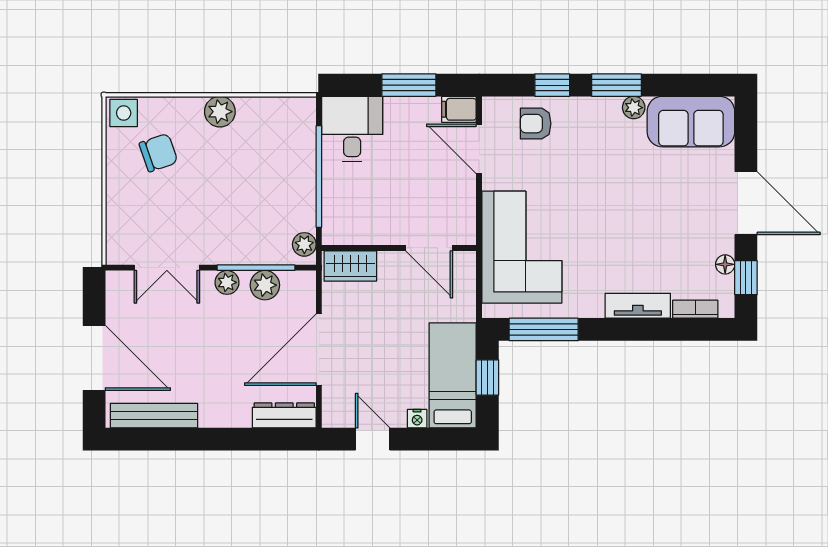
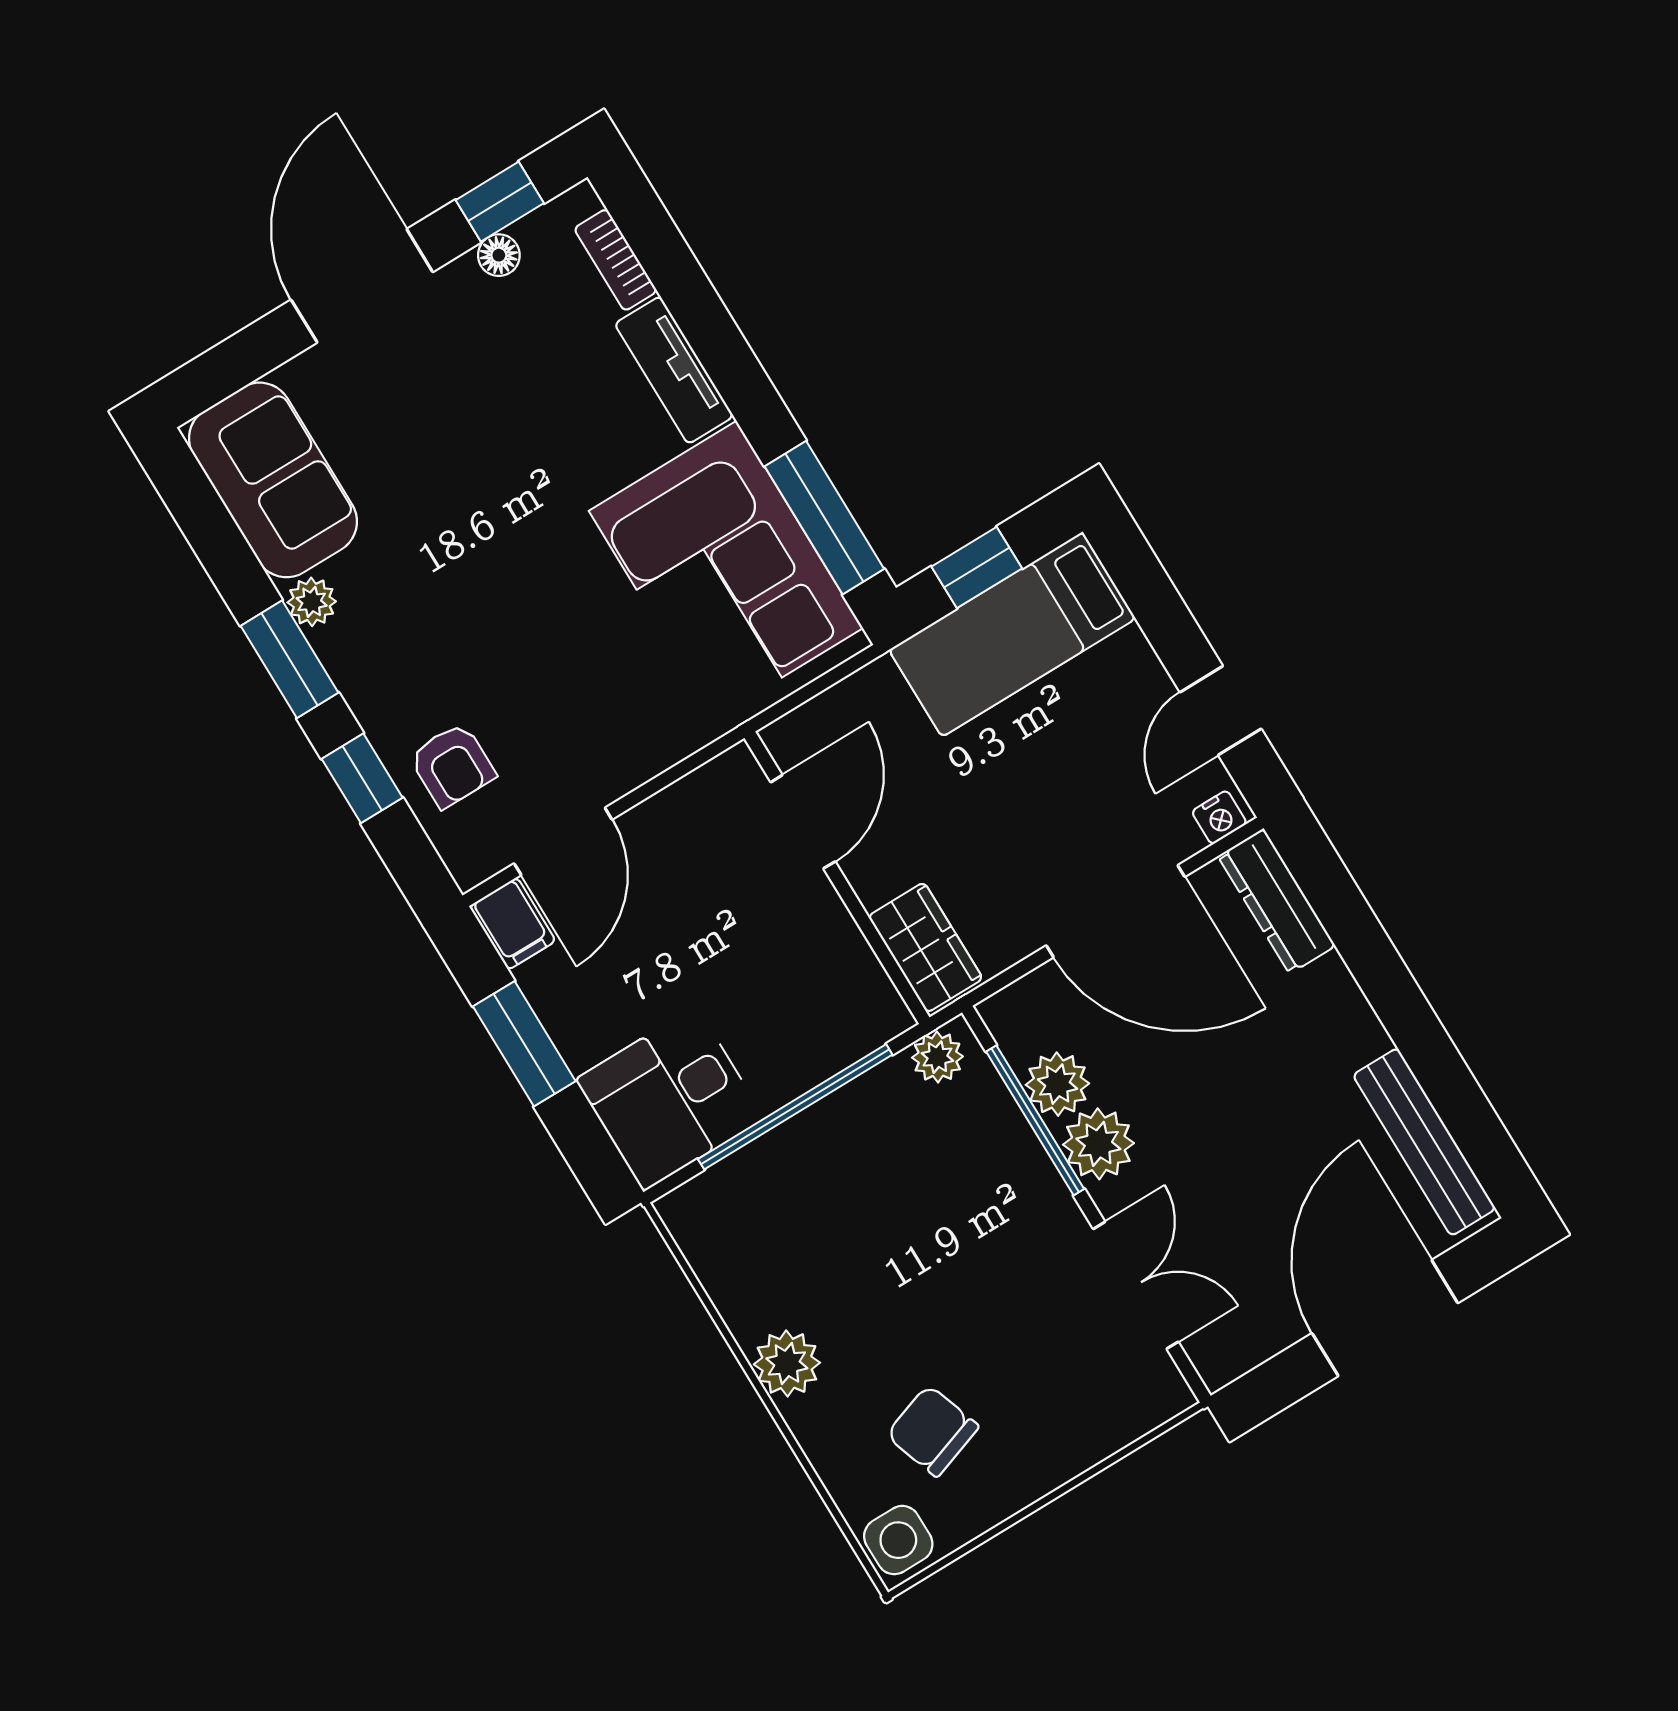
corner sofa: (522, 247) -> (726, 570), moved, turned -90
plant: (227, 282) -> (1098, 1144), width x1.38, depth x1.38
nightstand: (417, 419) -> (1219, 817), moved, turned 90

